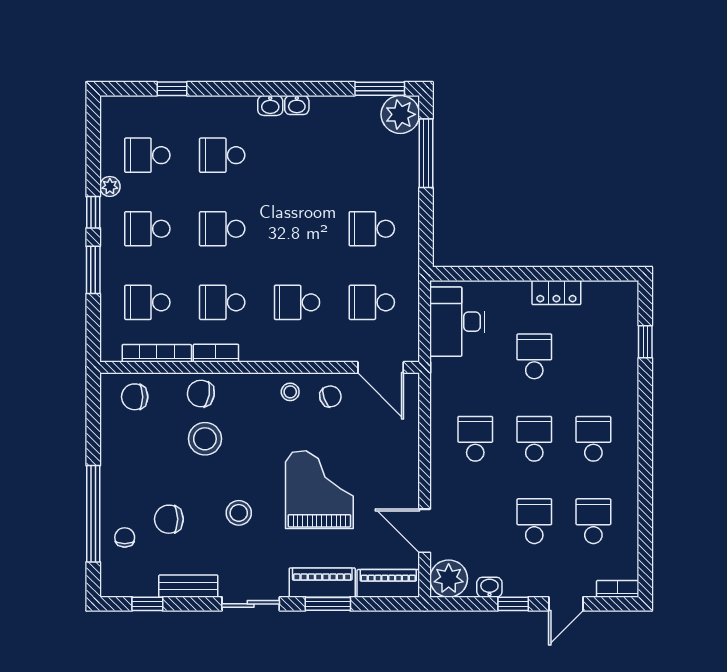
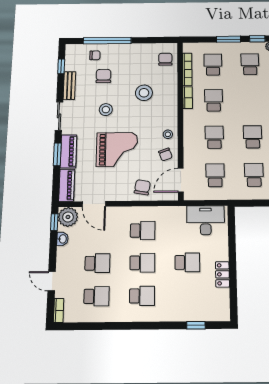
school desk: (222, 229) -> (253, 137), moved
chair: (201, 393) -> (142, 187), moved
door: (425, 531) -> (94, 204), swing flipped
window: (513, 604) -> (54, 222), moved

